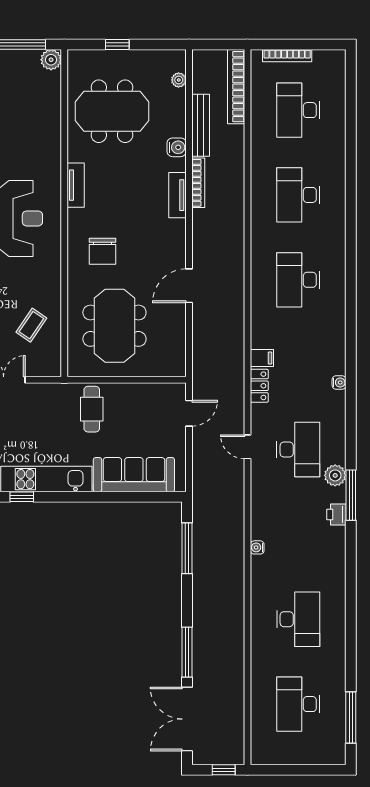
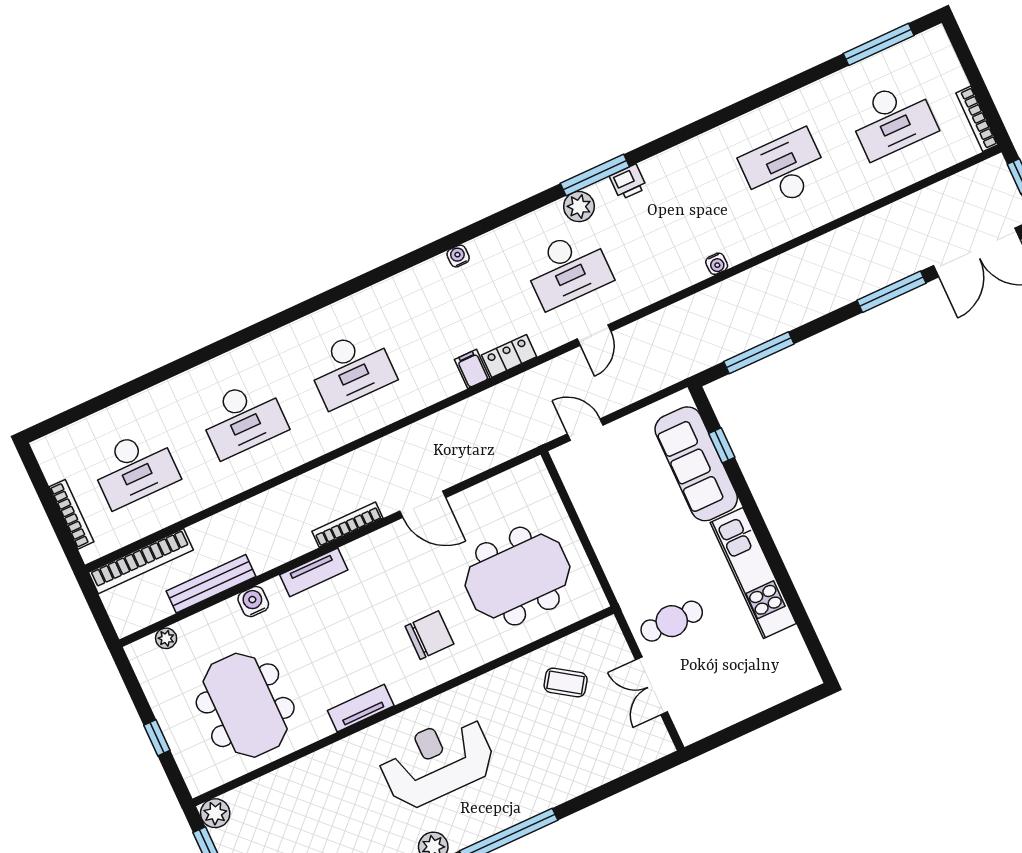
bookcase: (198, 183) -> (347, 525), moved
cafe table: (92, 409) -> (672, 621), moved
desk: (298, 450) -> (568, 269), turned 180
window: (22, 497) -> (722, 445), moved
bookcase: (274, 759) -> (977, 119), added

